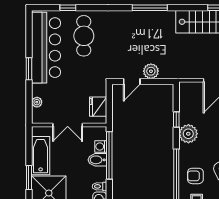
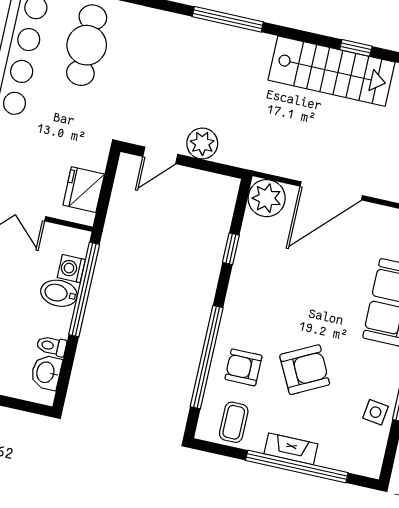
plant: (188, 134) -> (267, 198), moved

